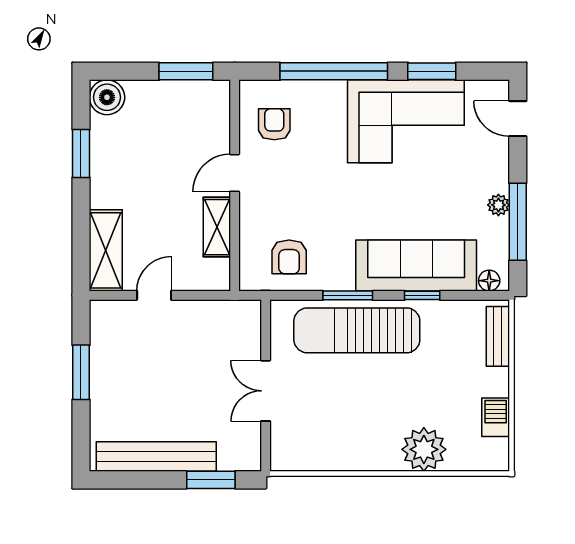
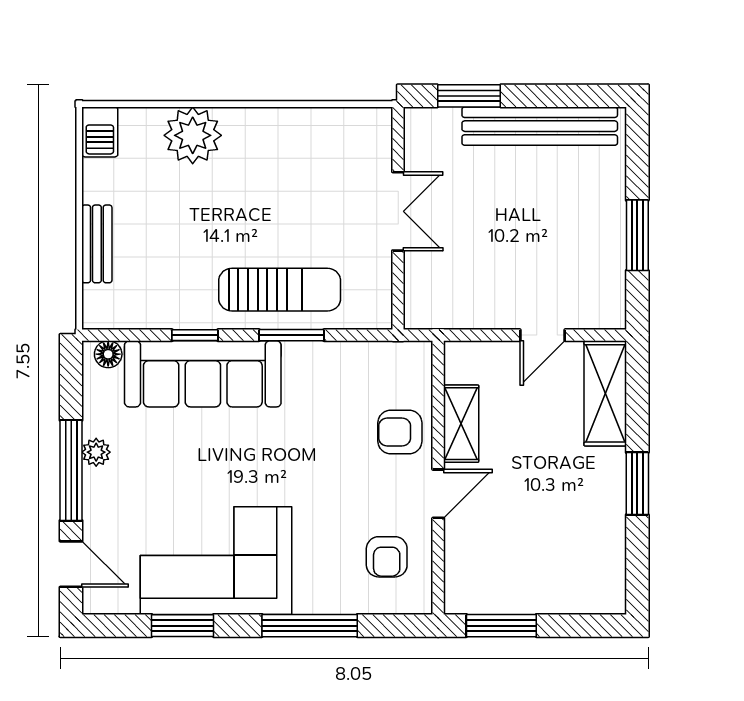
window: (334, 71) -> (310, 626), width x0.68
boiler: (107, 97) -> (604, 592), removed
window: (81, 154) -> (637, 484), moved
window: (518, 222) -> (71, 470), moved
armchair: (289, 257) -> (400, 432), moved, turned -90
sun lounger: (357, 330) -> (280, 290), width x0.73, depth x0.75
bench: (498, 336) -> (97, 244), moved
barbecue: (496, 417) -> (100, 132), moved

